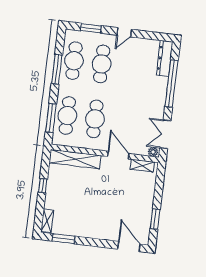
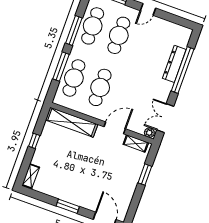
dresser: (165, 58) -> (174, 64), moved
window: (51, 118) -> (61, 67), moved
door: (118, 155) -> (115, 128), hinge flipped
window: (155, 219) -> (145, 175), moved
window: (64, 239) -> (68, 206), moved

